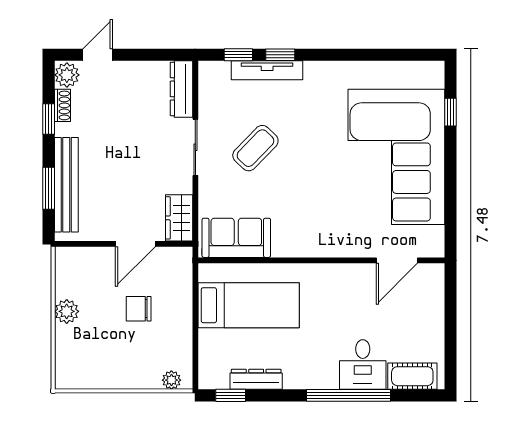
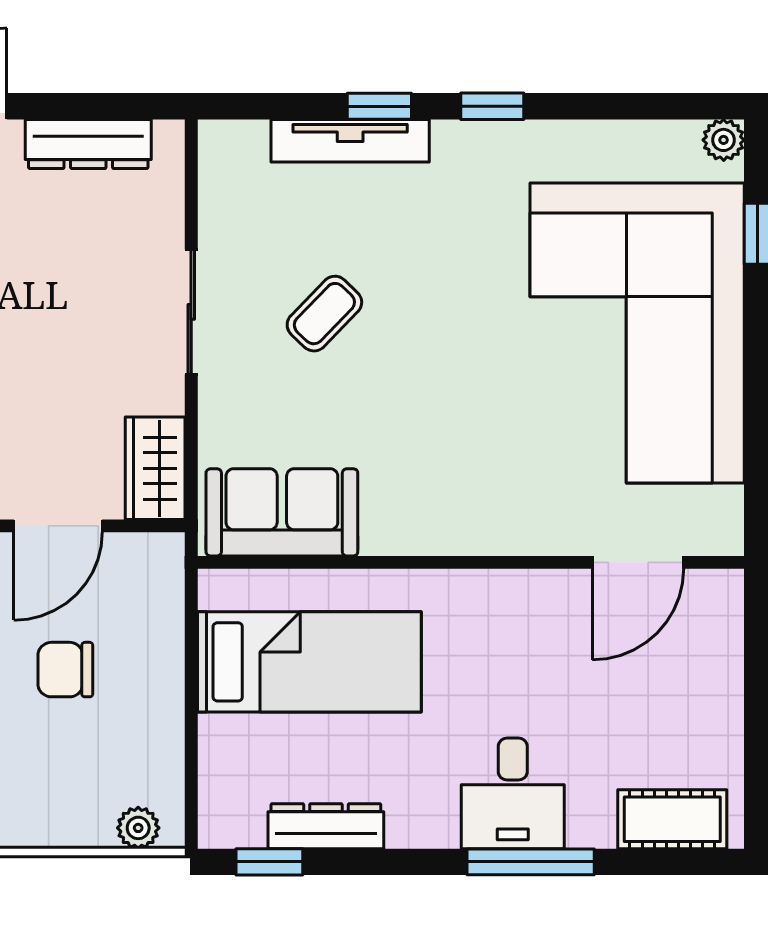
window: (238, 55) -> (492, 106), moved
plant: (435, 70) -> (724, 140), added
dresser: (181, 89) -> (88, 144), moved, turned -90
coffee table: (255, 148) -> (324, 314), width x0.73, depth x0.77
desk: (363, 365) -> (513, 793), moved
window: (348, 395) -> (531, 862), width x0.68

